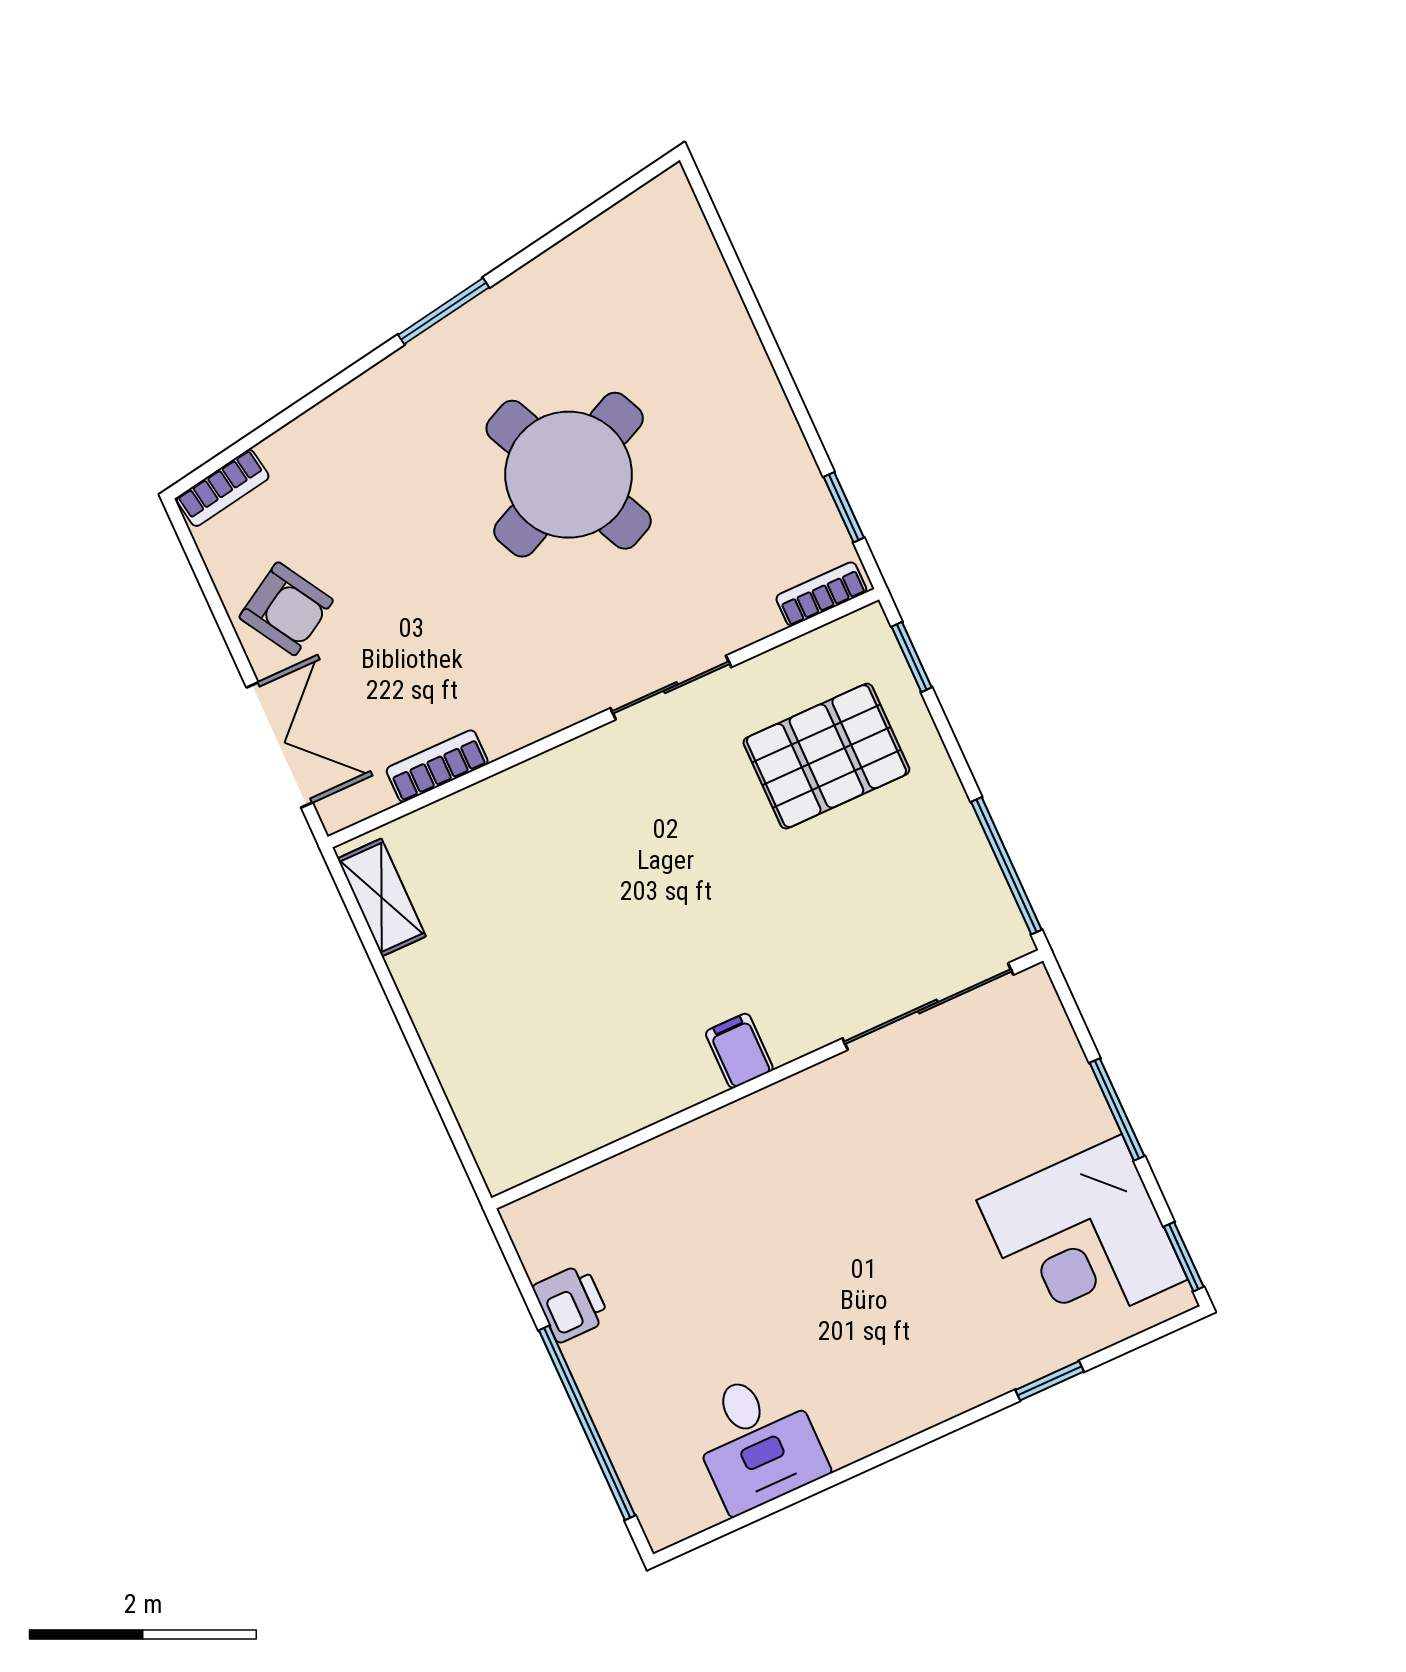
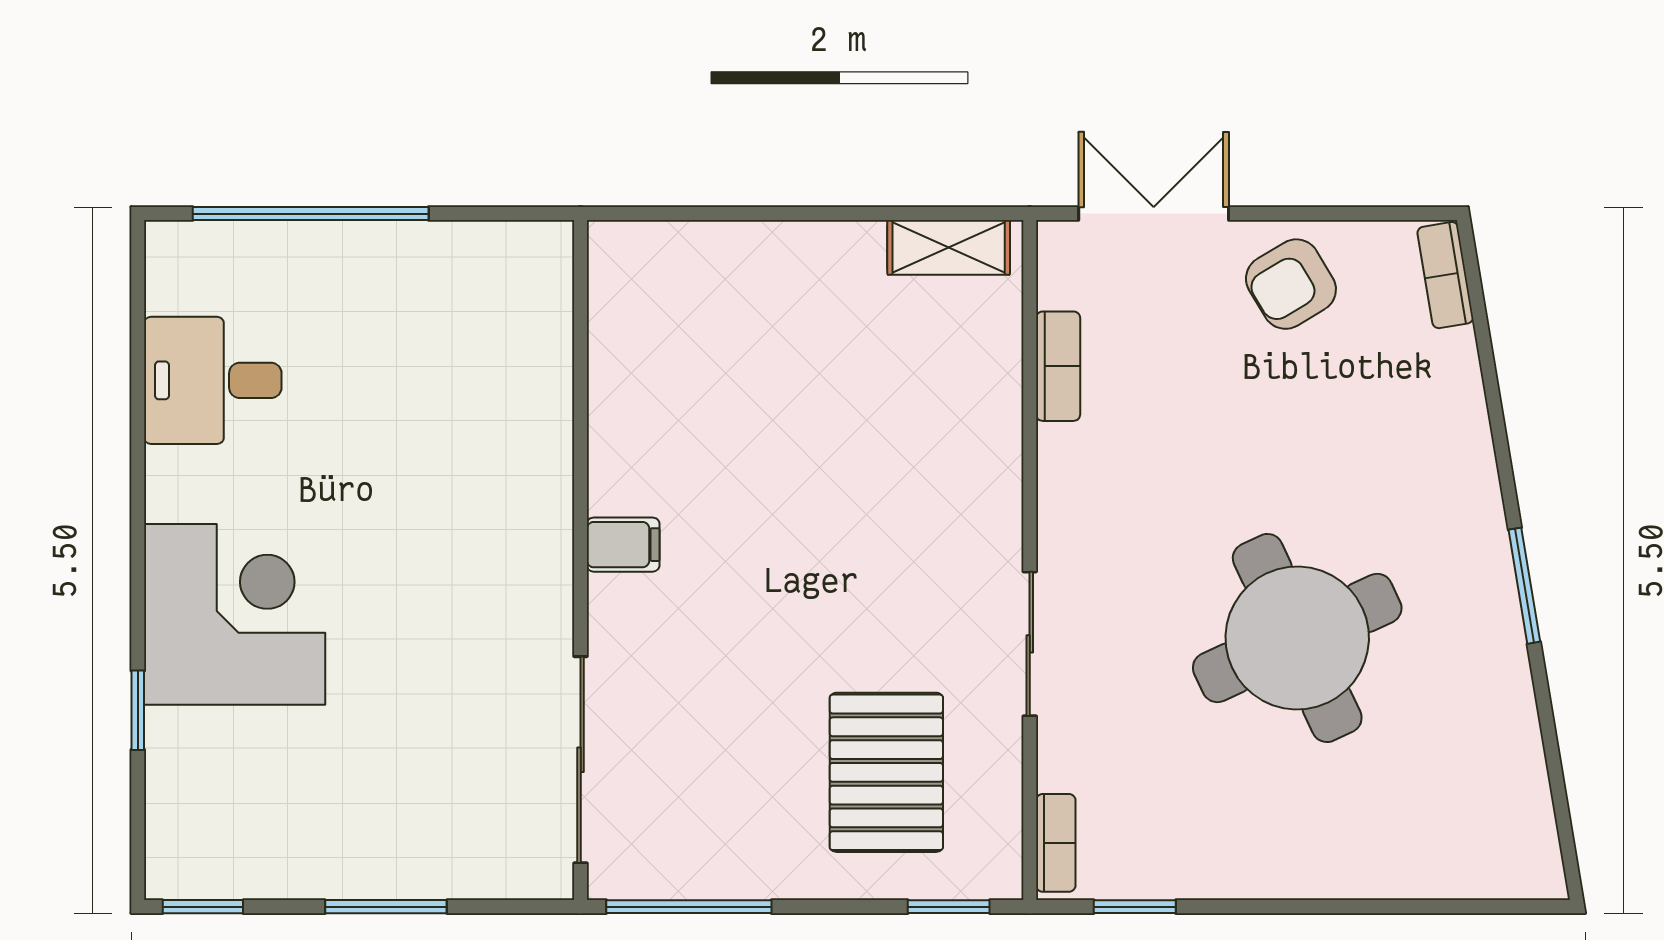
double door: (280, 745) -> (1154, 214), swing flipped
corner desk: (1082, 1240) -> (235, 614), moved, turned 90
printer: (571, 1303) -> (442, 253), removed

